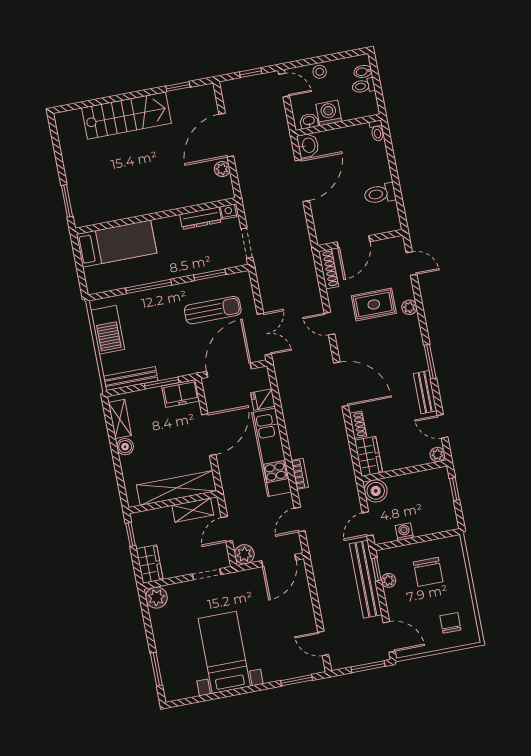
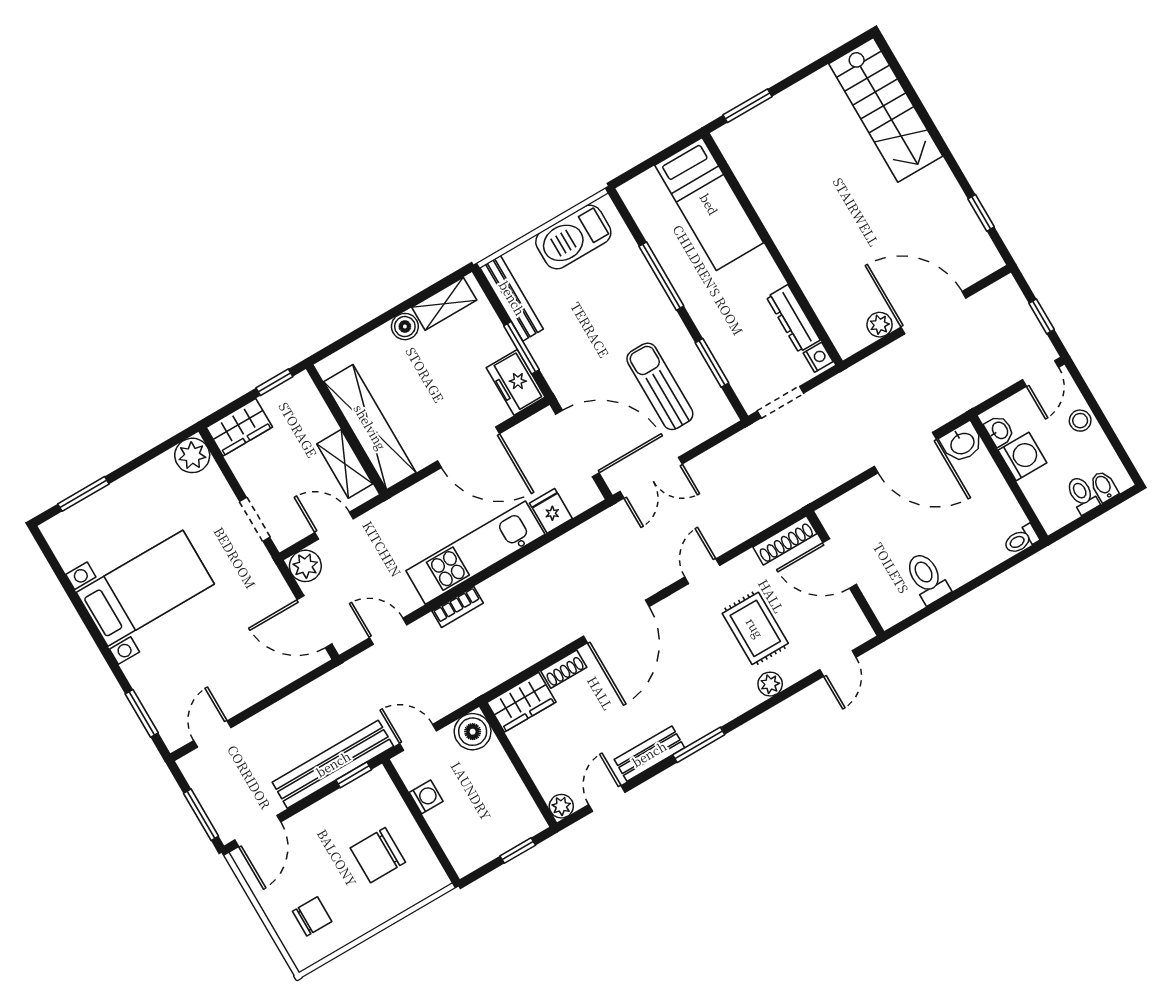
stairs: (127, 116) -> (886, 110), moved
sun lounger: (213, 310) -> (660, 386), turned 180
plant: (388, 580) -> (343, 799), removed

